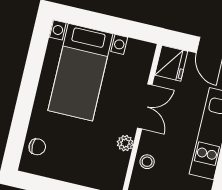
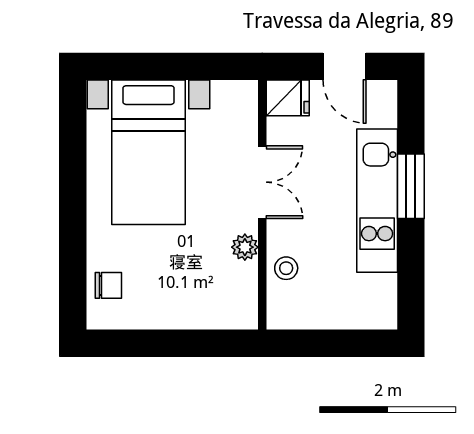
fridge: (171, 63) -> (288, 98), width x0.72

